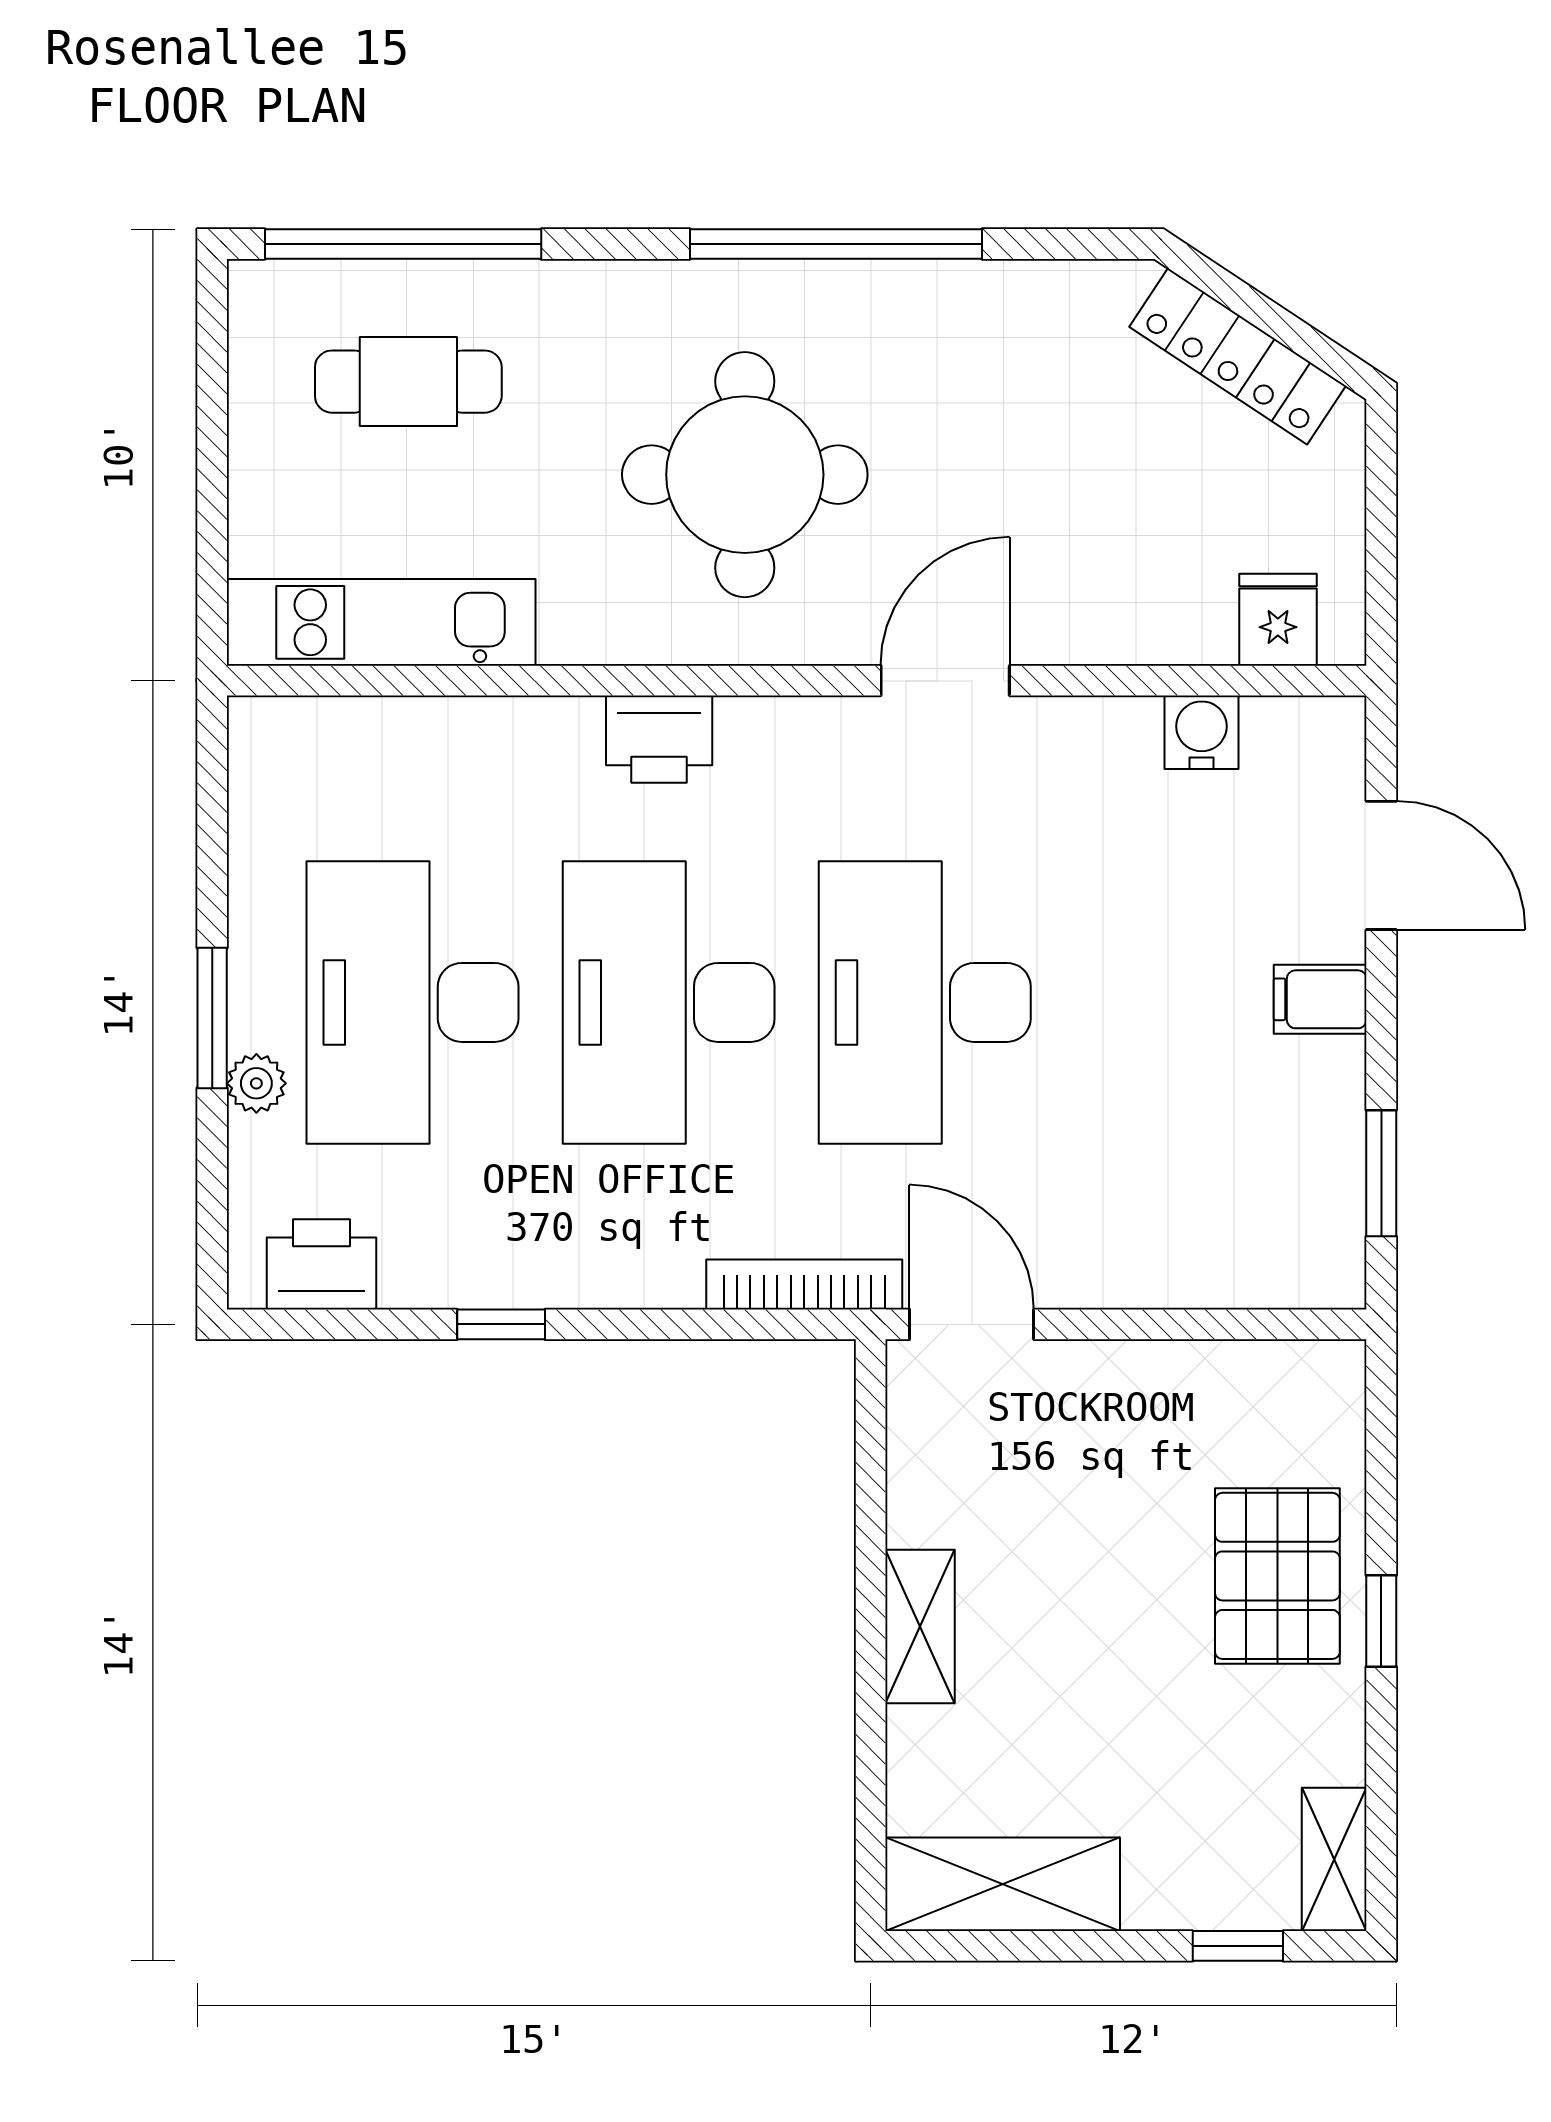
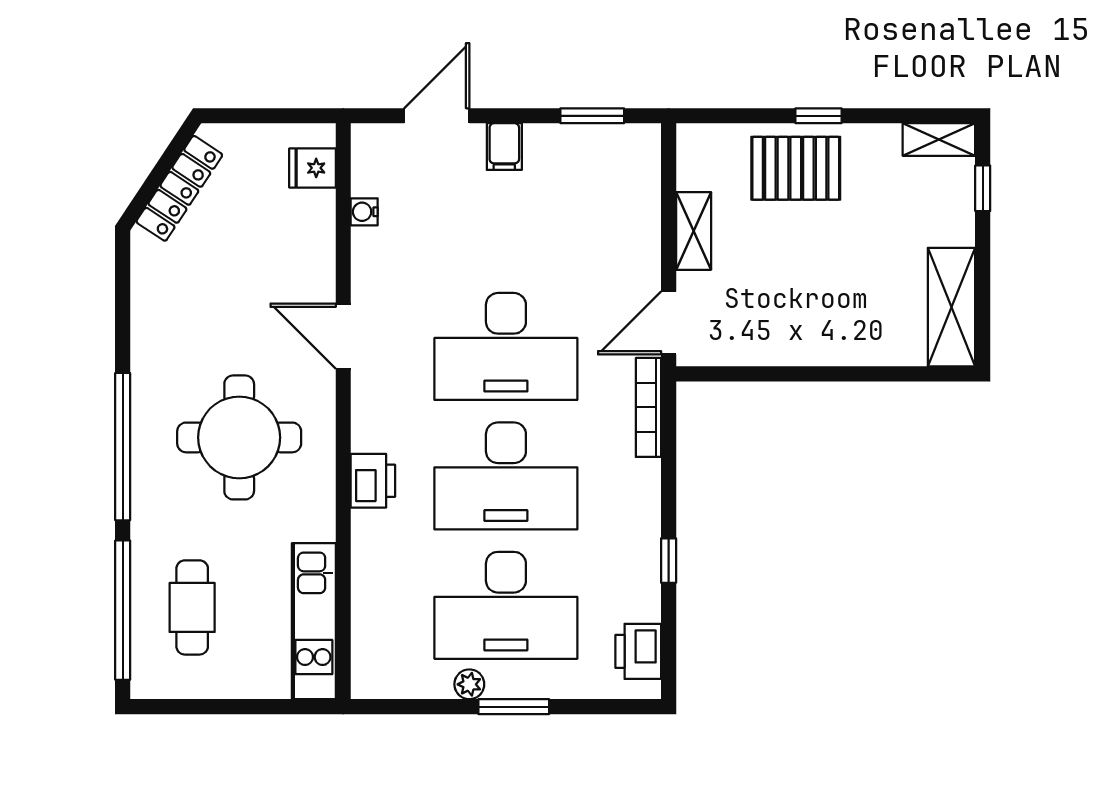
window: (836, 244) -> (123, 447), moved
water cooler: (1202, 732) -> (364, 212), width x0.72, depth x0.72
plant: (256, 1083) -> (469, 684), moved
shelving: (920, 1626) -> (694, 231), moved, turned 90

